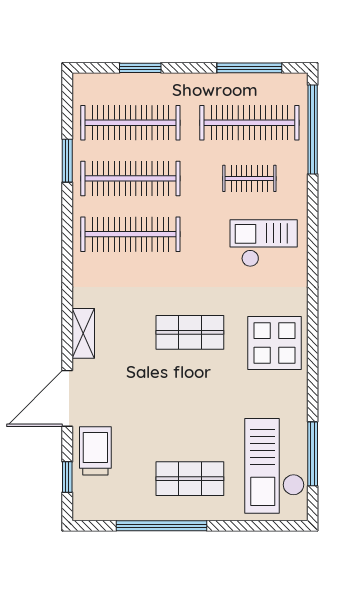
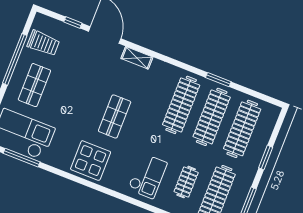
window: (140, 68) -> (266, 158), moved
window: (67, 161) -> (218, 80), moved
trolley: (95, 451) -> (43, 43), moved
window: (67, 477) -> (73, 23), moved

